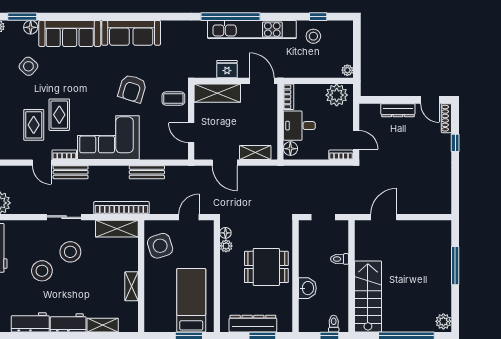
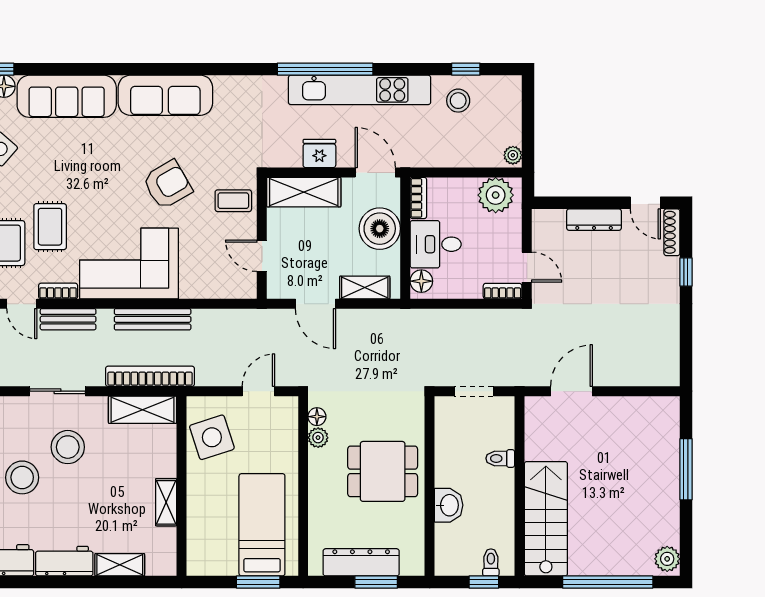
armchair: (132, 89) -> (167, 185), turned -137
boiler: (265, 116) -> (380, 229), added
bench: (147, 172) -> (153, 319), moved, width x1.36

